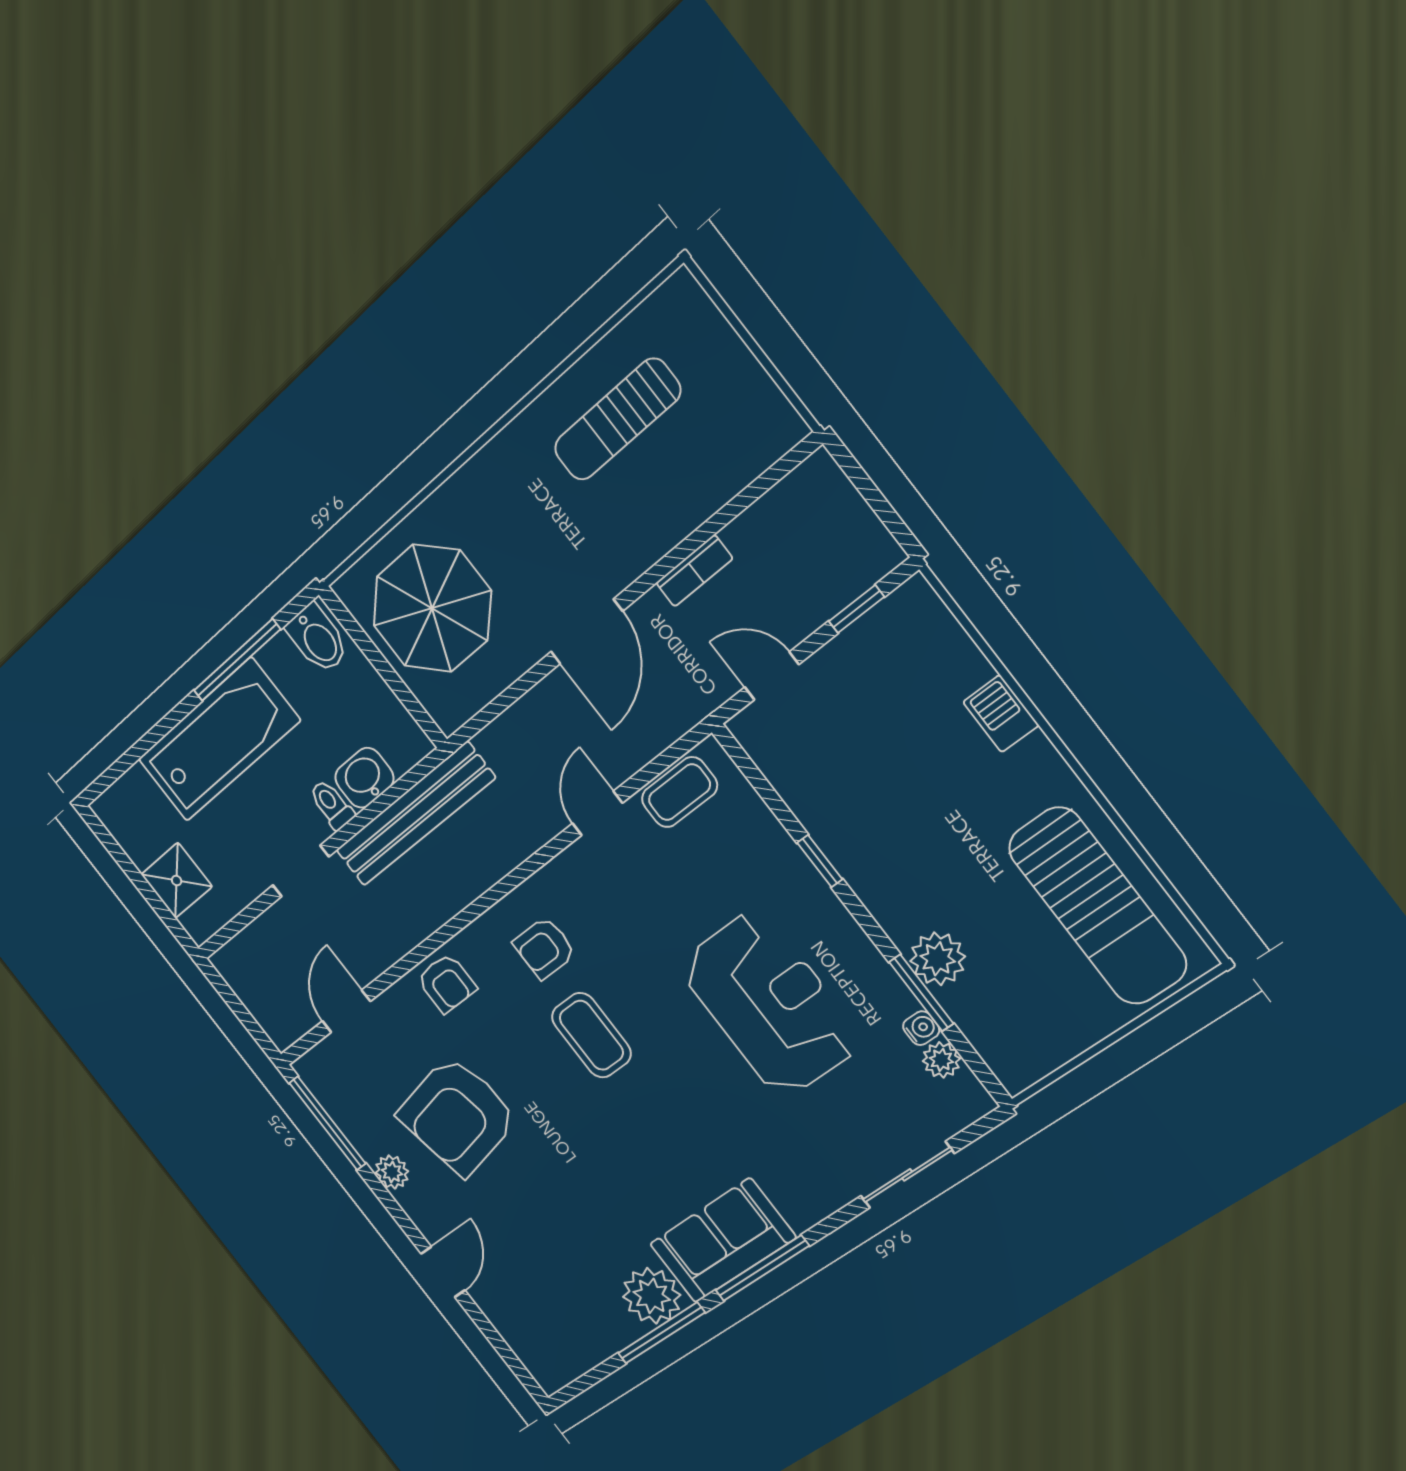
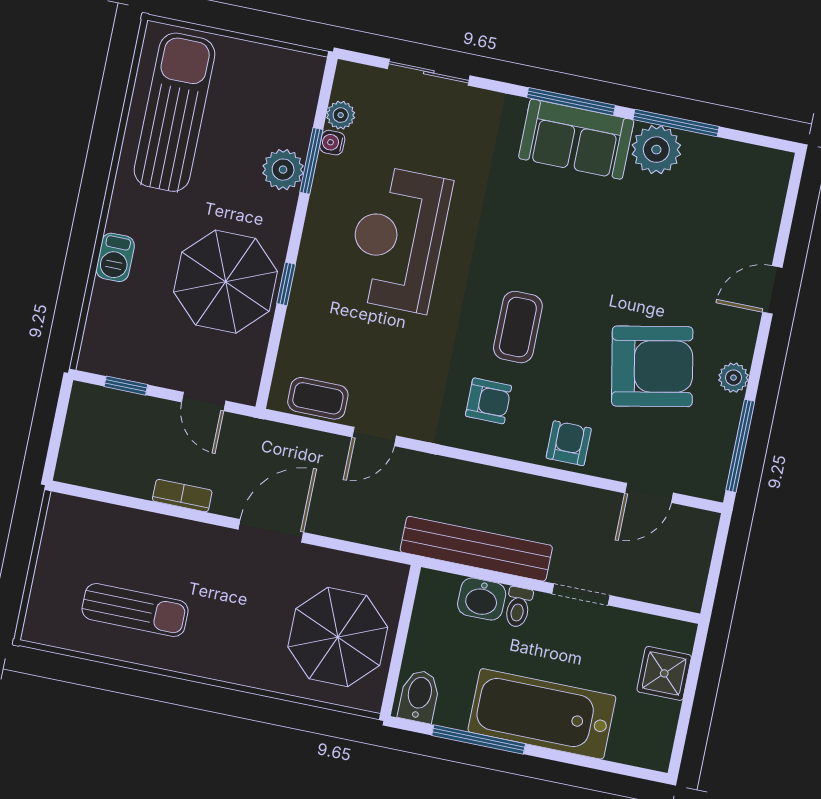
parasol: (875, 804) -> (226, 282), added

